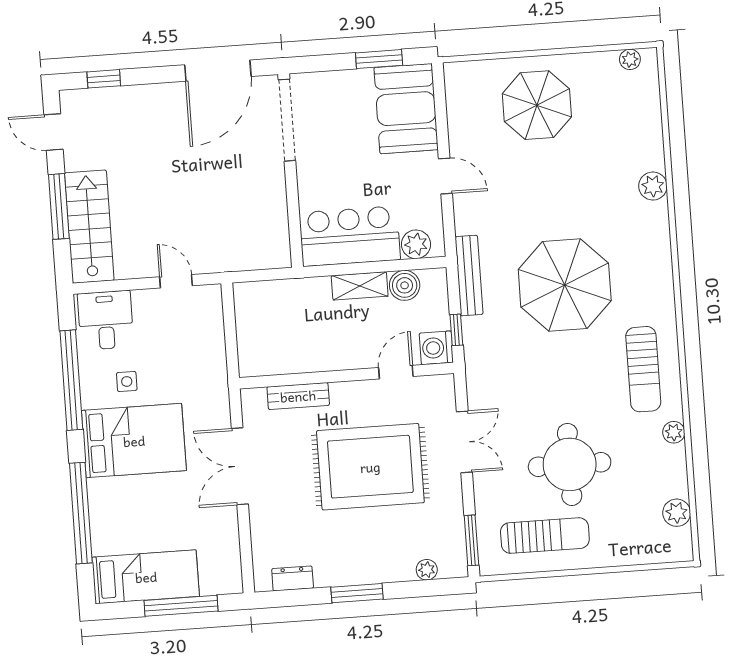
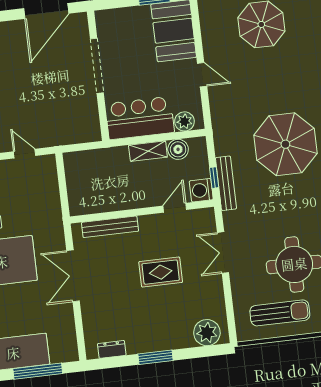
doorway: (287, 120) -> (97, 66), moved
bench: (469, 276) -> (226, 183), moved
bench: (298, 396) -> (110, 227), width x1.36
double door: (464, 442) -> (223, 253), swing flipped
rug: (370, 467) -> (161, 272), width x0.54, depth x0.49
window: (471, 540) -> (231, 318), removed
plant: (427, 570) -> (207, 333), width x1.88, depth x1.88

